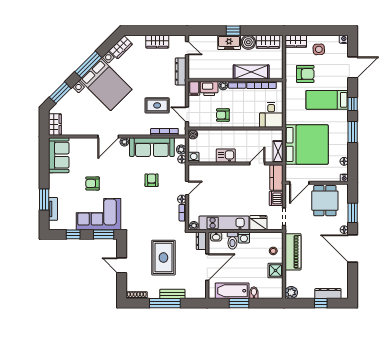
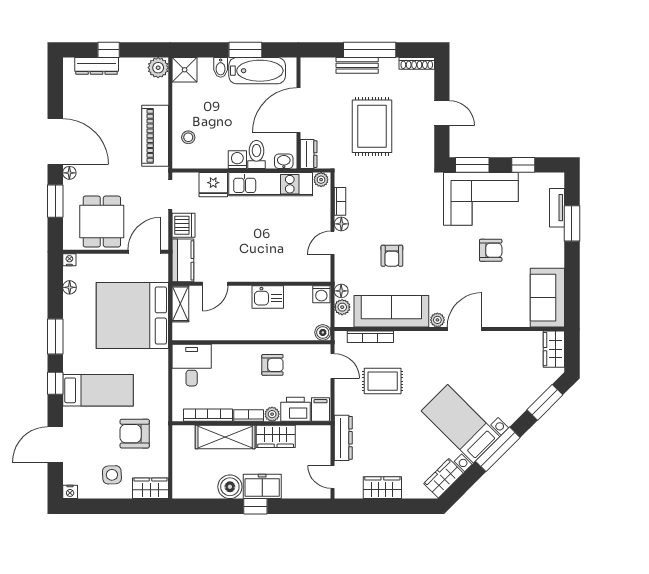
wardrobe: (268, 42) -> (276, 436), moved, turned 180
bed with nightstands: (106, 85) -> (460, 424), width x0.73
shower: (275, 271) -> (185, 70), moved

